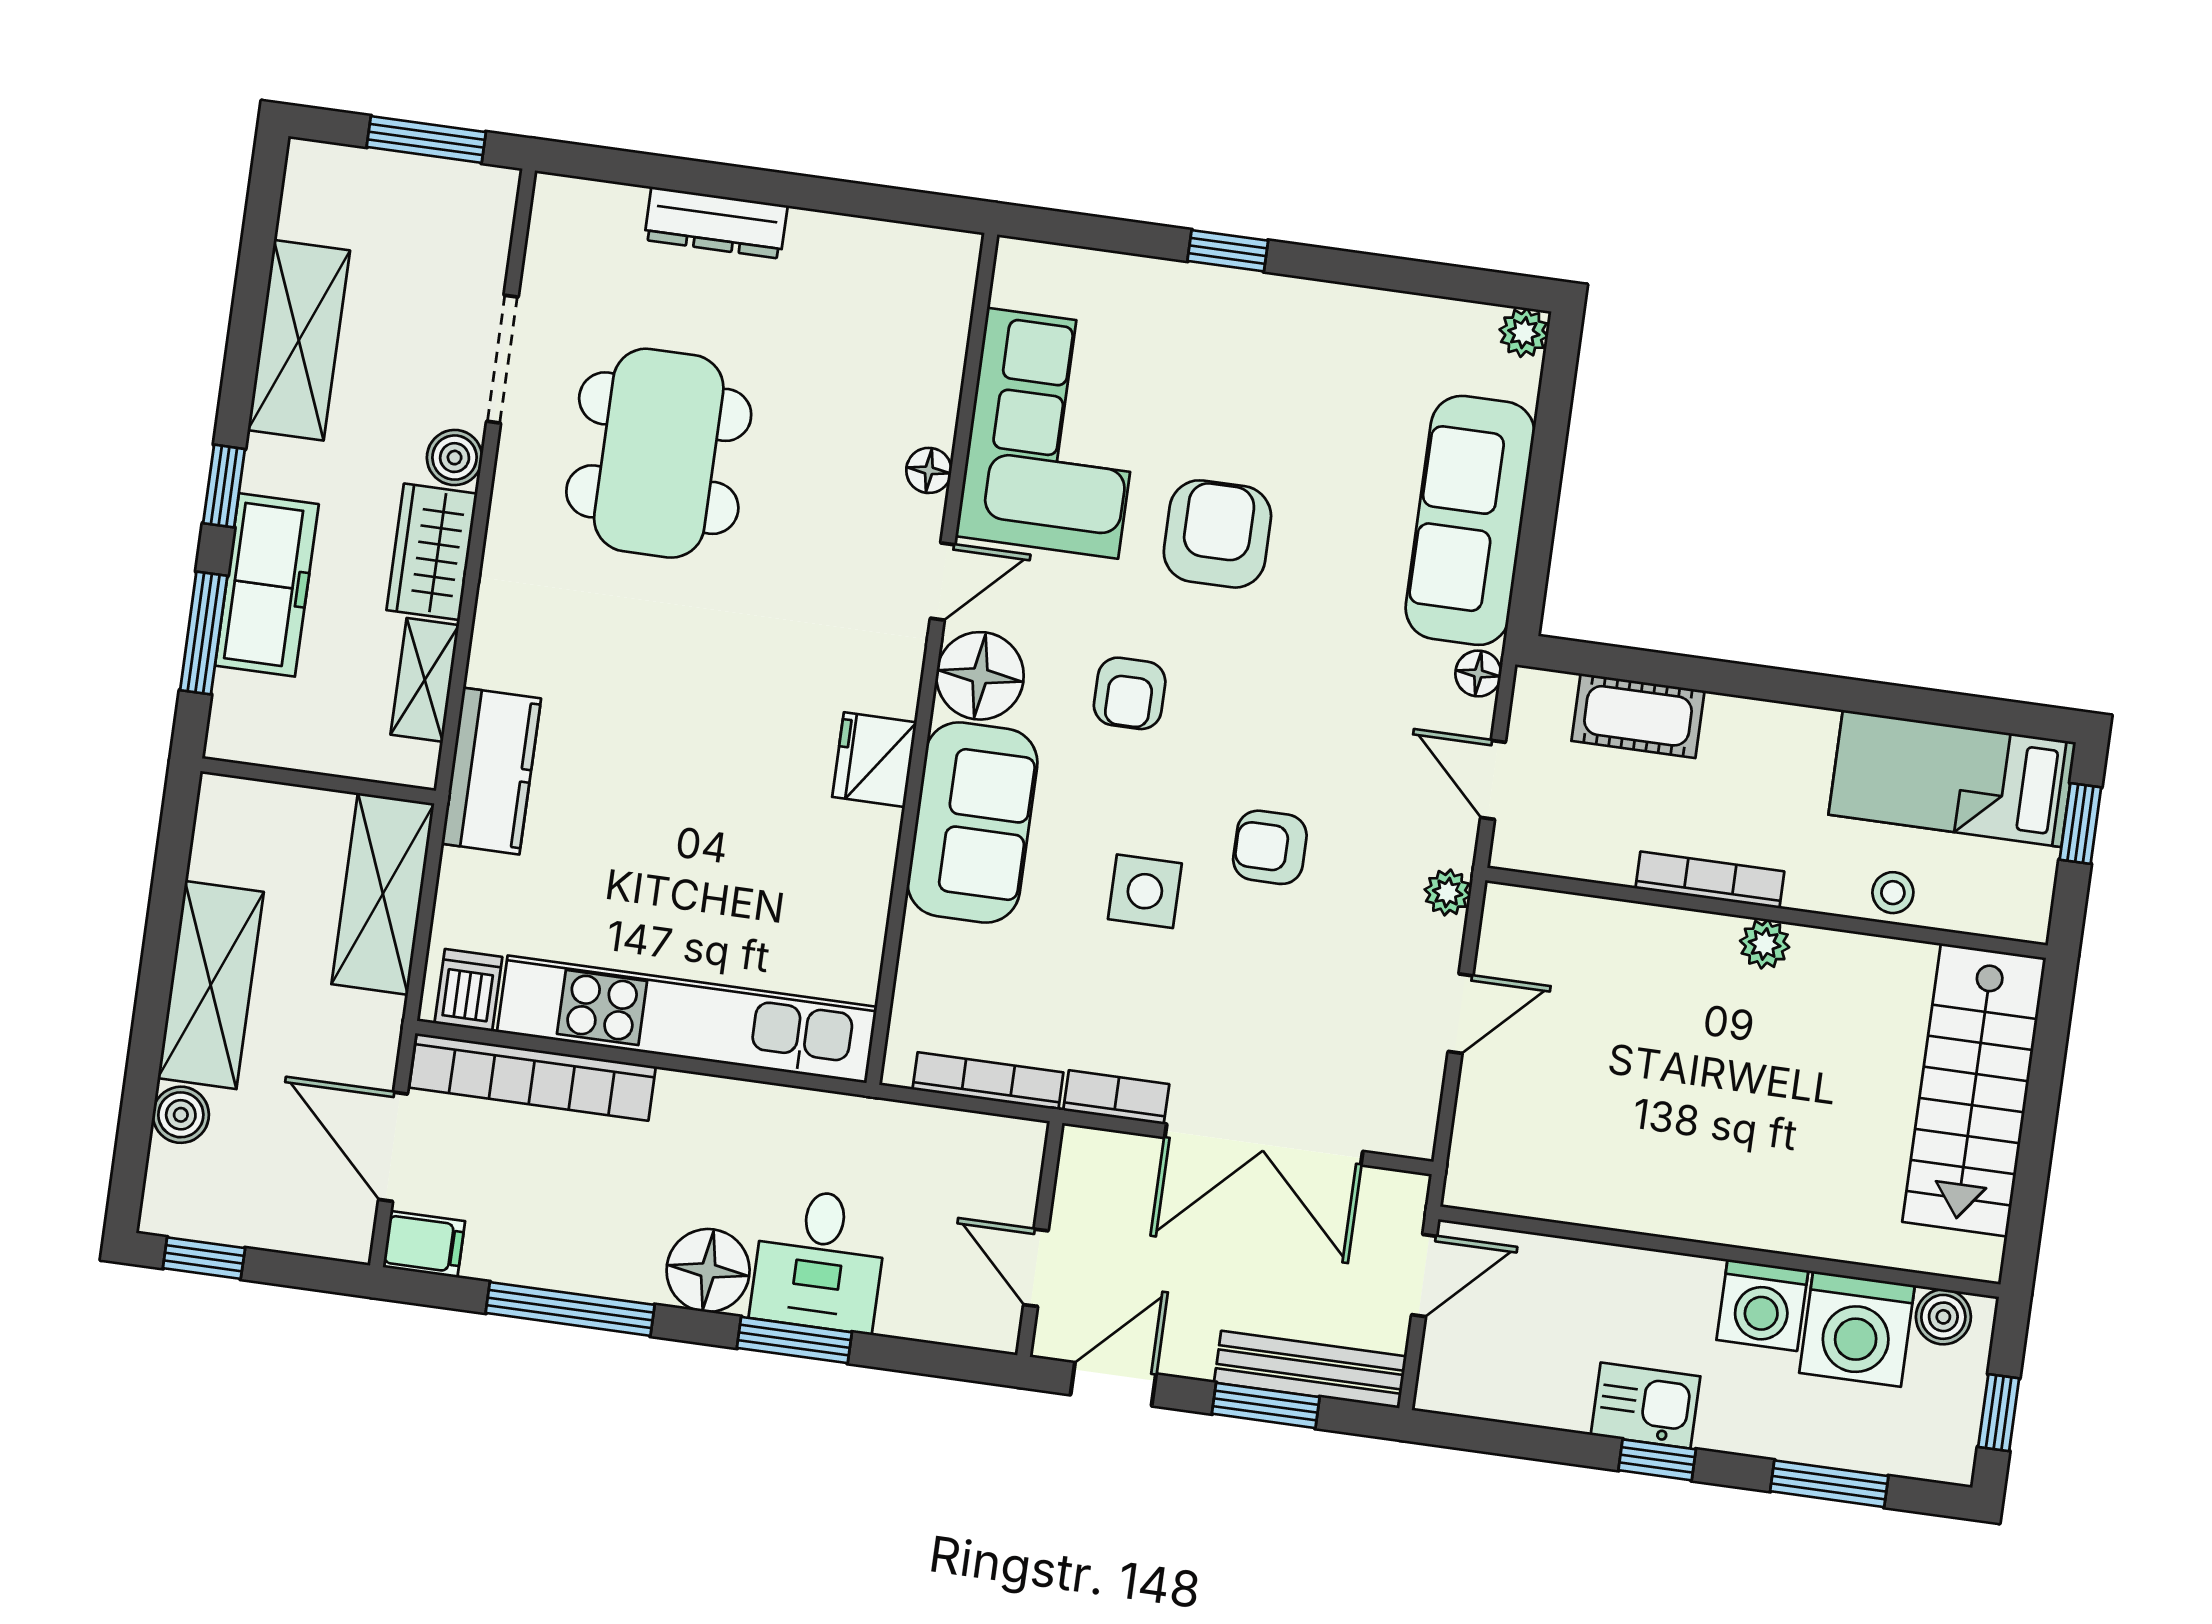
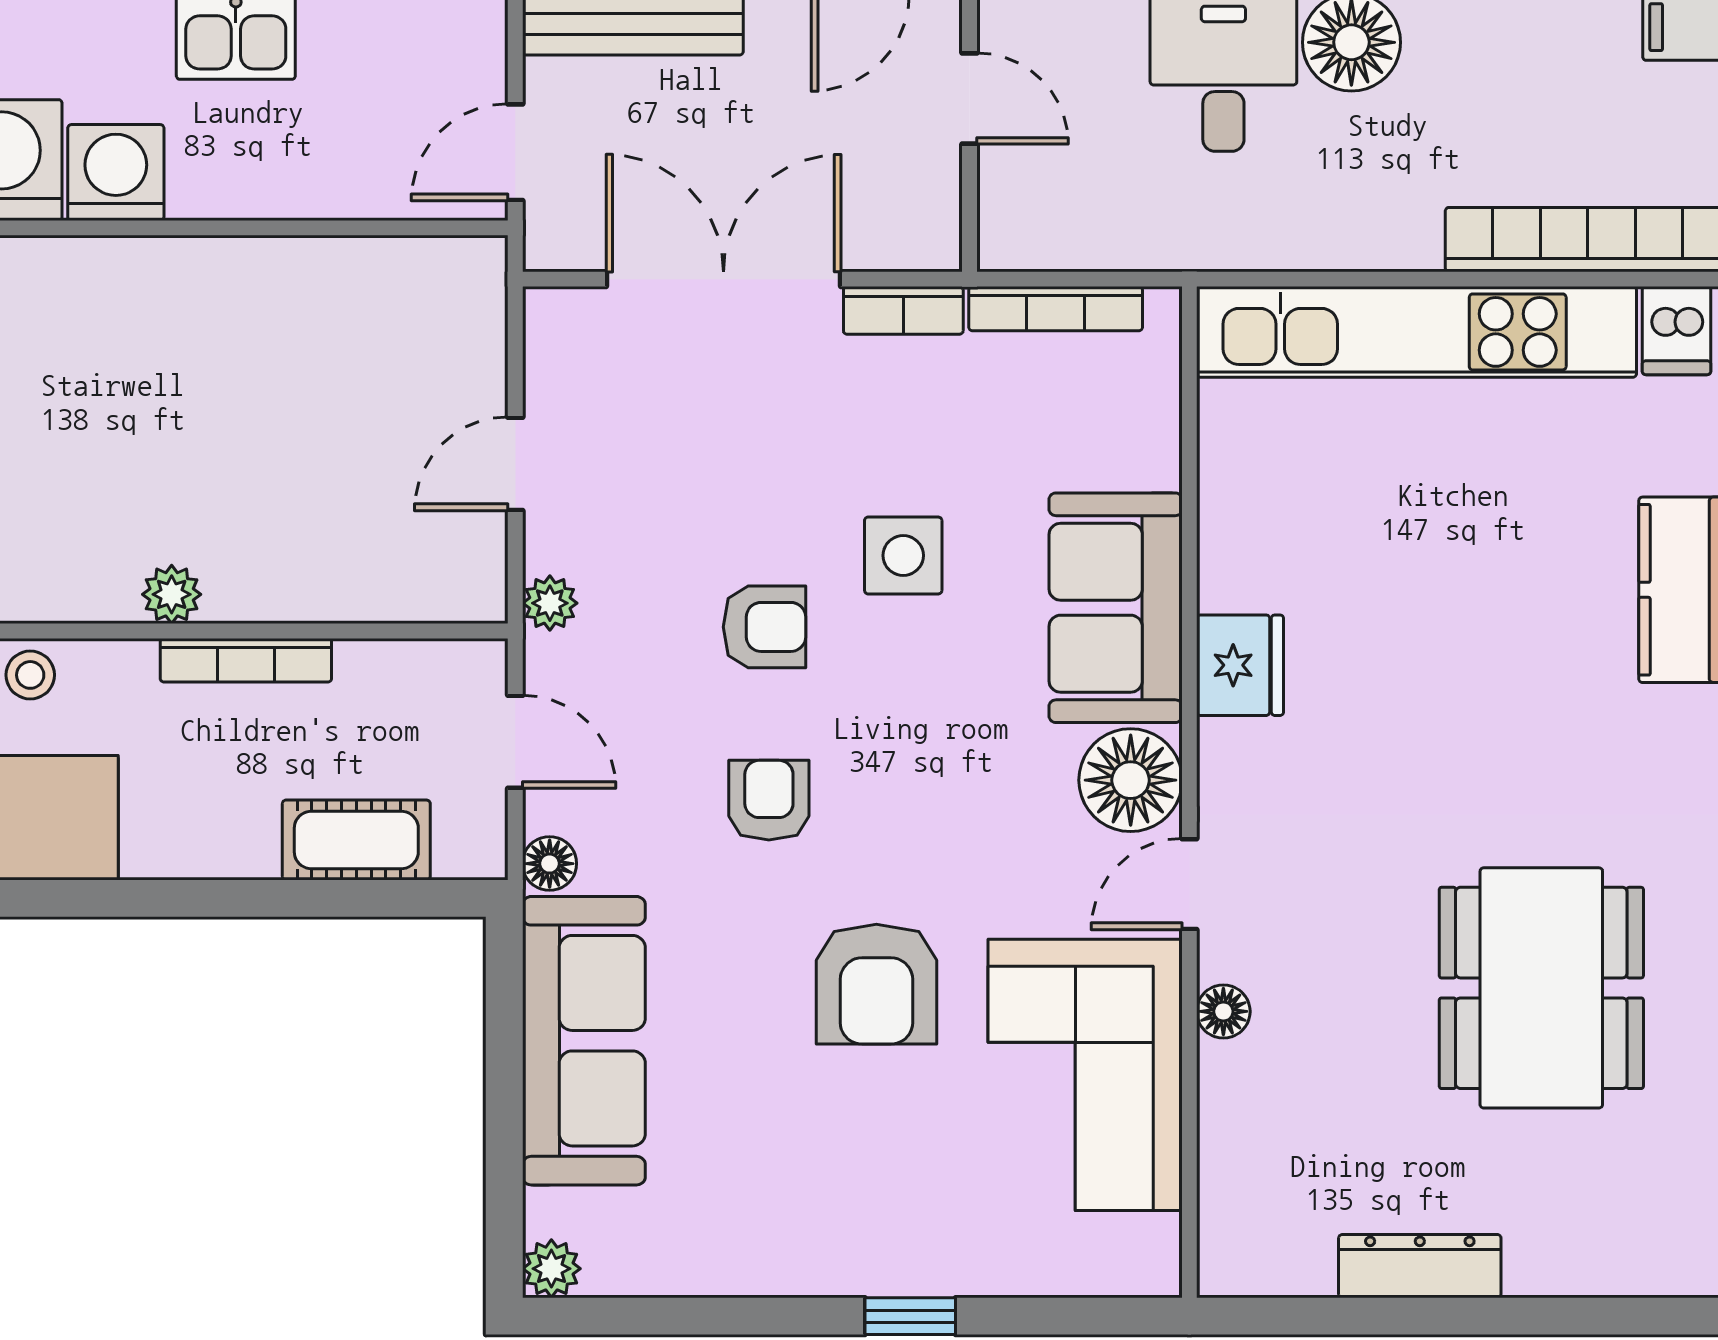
dresser: (716, 223) -> (1420, 1266), moved
armchair: (1130, 693) -> (769, 800), moved

